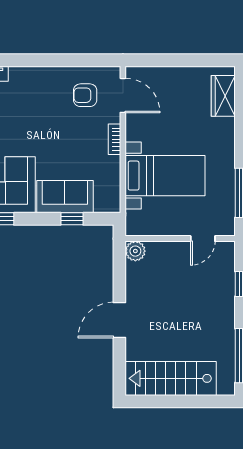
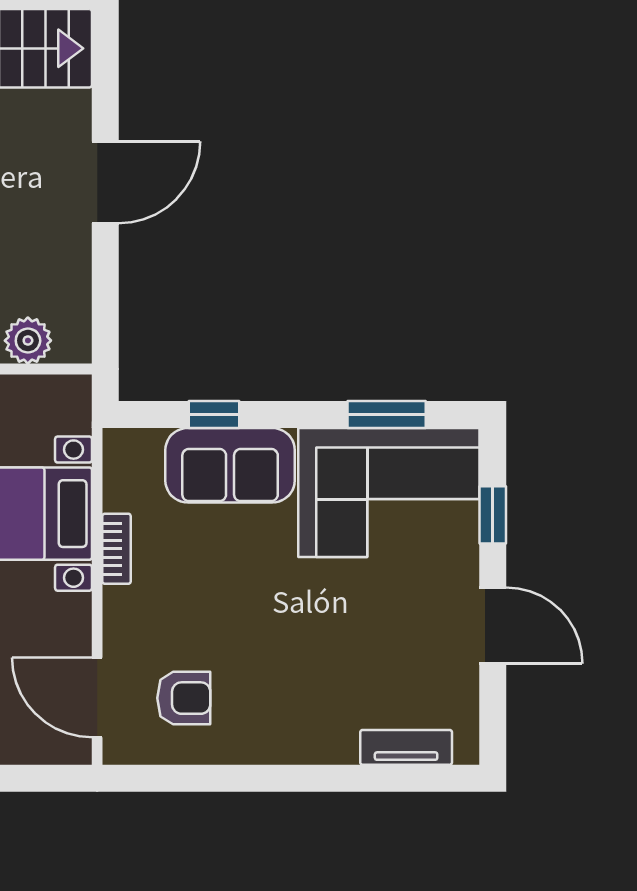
bookcase: (114, 139) -> (117, 549), moved
plant: (135, 251) -> (28, 341), moved

